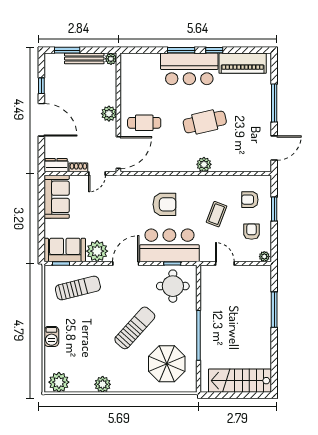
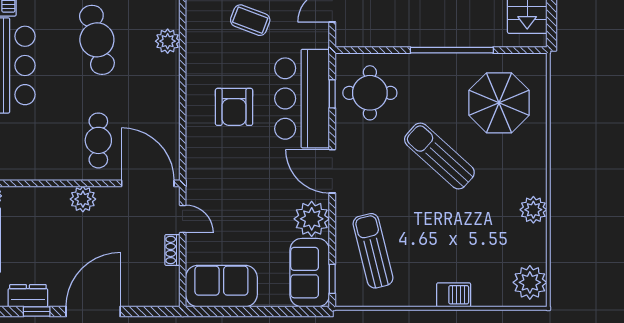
dresser: (56, 165) -> (28, 296), moved, turned 90
armchair: (164, 204) -> (234, 107), turned 180

